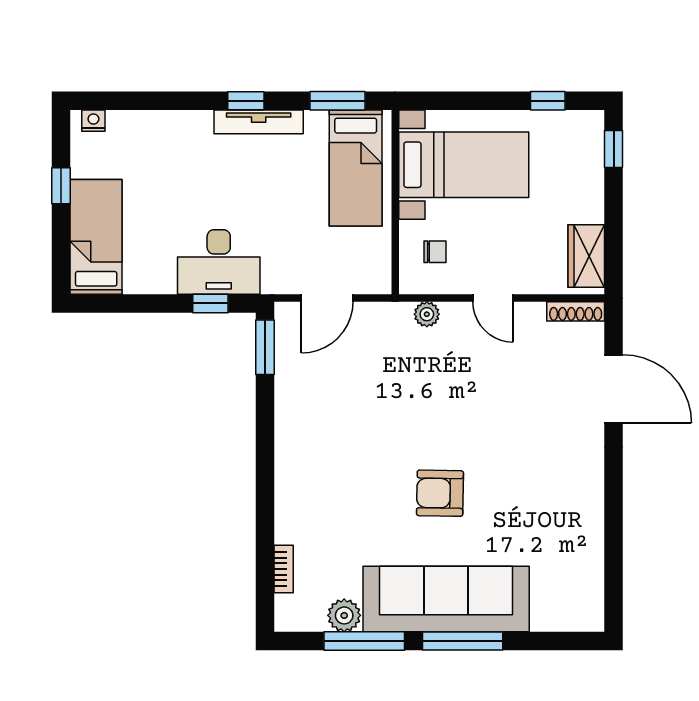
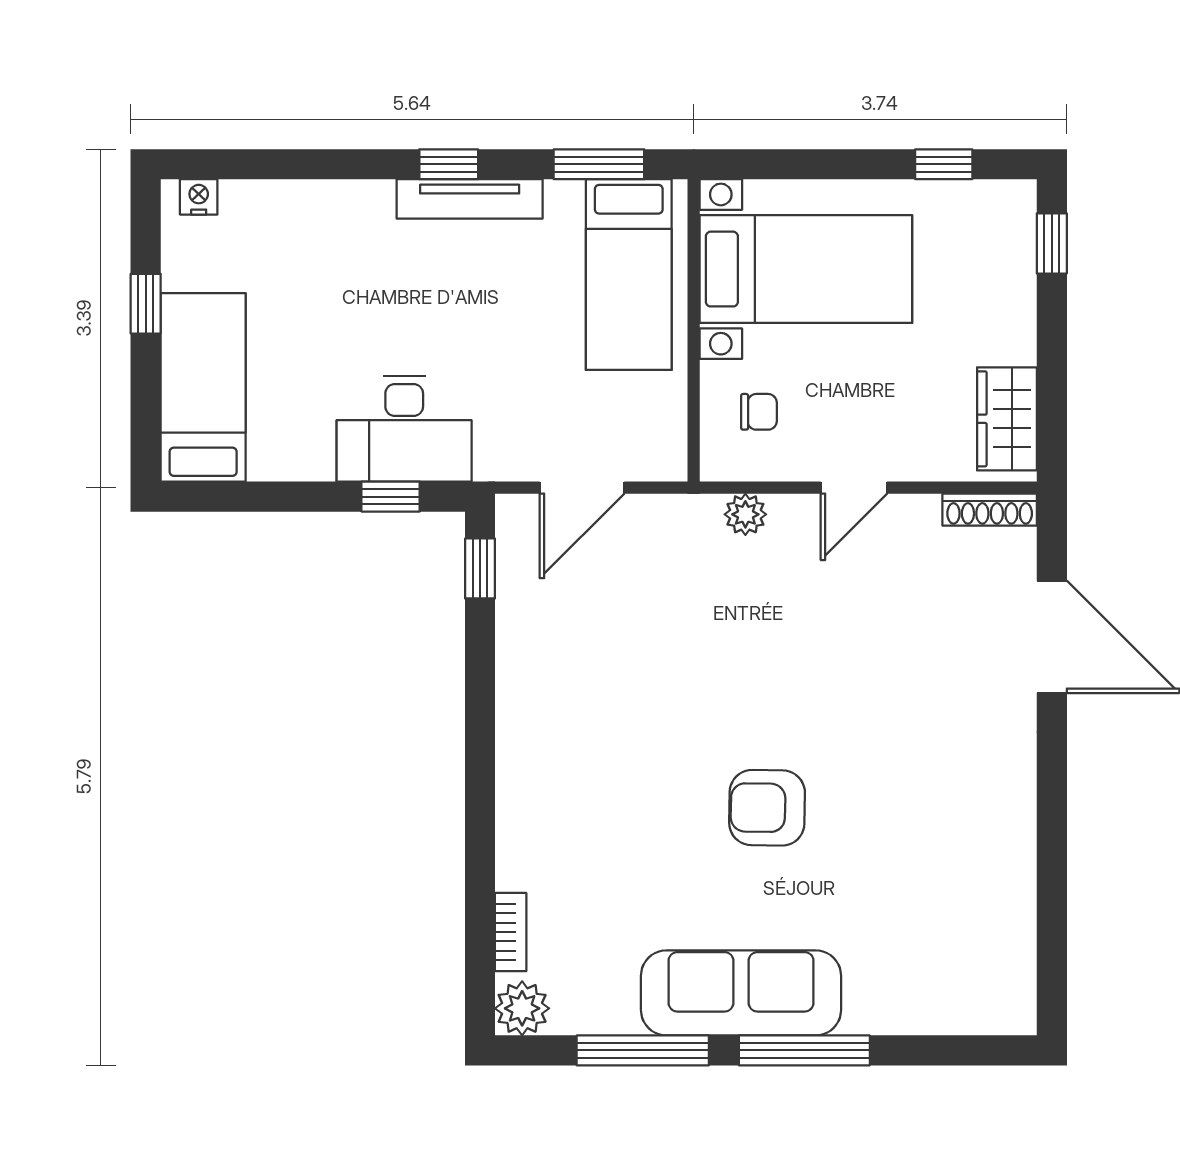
door: (493, 298) -> (854, 488), hinge flipped
window: (265, 347) -> (480, 568), width x0.67
sofa: (446, 599) -> (741, 993), width x0.74, depth x0.79
plant: (344, 615) -> (522, 1008), moved

